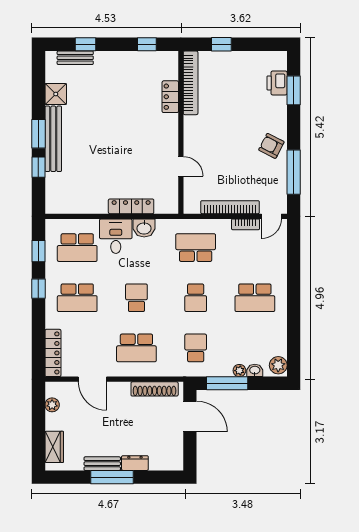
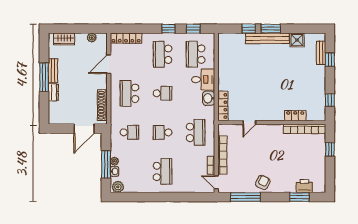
locker: (131, 206) -> (223, 106), moved
school desk: (255, 298) -> (163, 171), turned 180
window: (227, 383) -> (106, 164), moved

